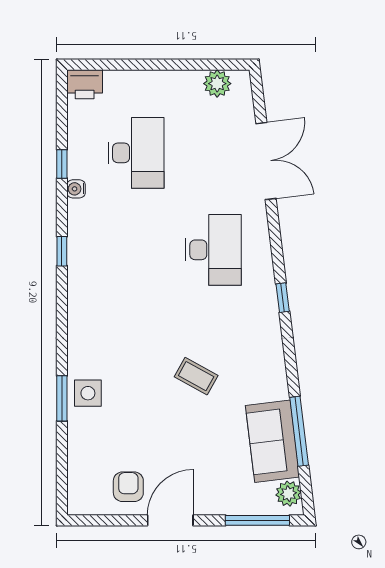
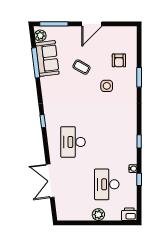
plant: (217, 84) -> (98, 215), moved
coffee table: (196, 376) -> (81, 67), moved
side table: (88, 393) -> (107, 86), moved
armchair: (128, 487) -> (119, 60), moved

